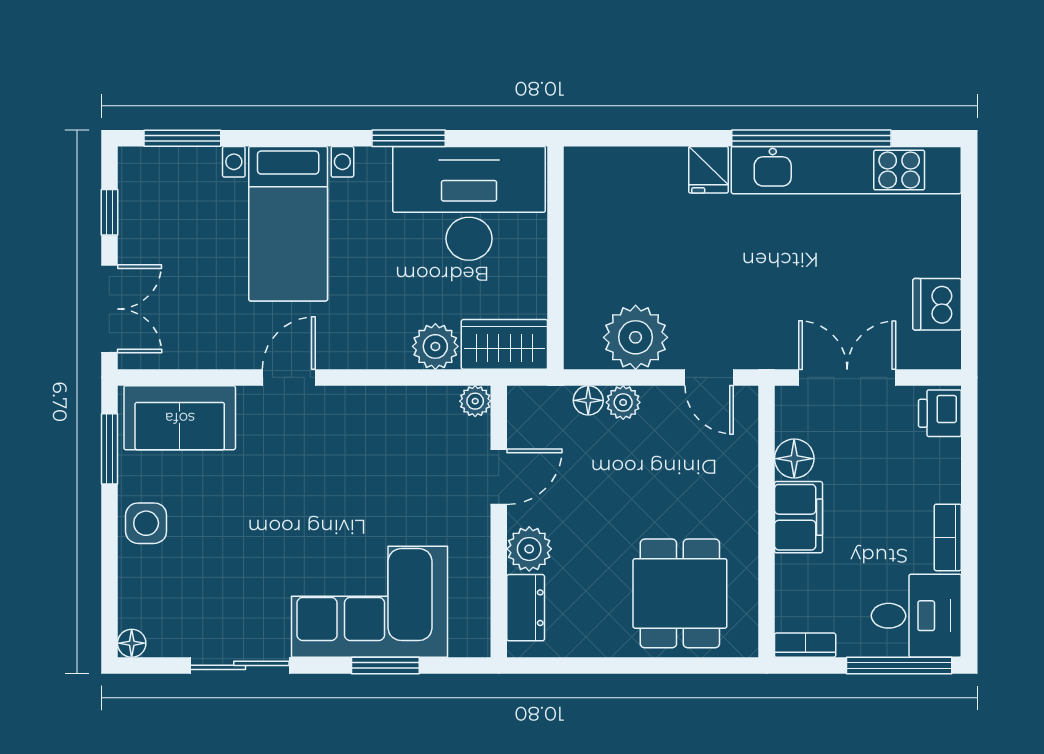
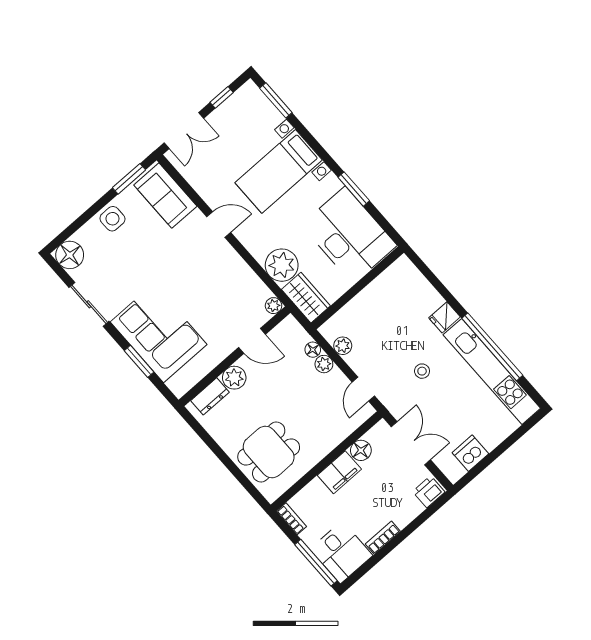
stool: (757, 270) -> (422, 371), added
plant: (636, 337) -> (343, 346), width x0.53, depth x0.53
plant: (435, 346) -> (282, 265), width x1.36, depth x1.36
floor lamp: (132, 643) -> (70, 255), width x1.89, depth x1.89

